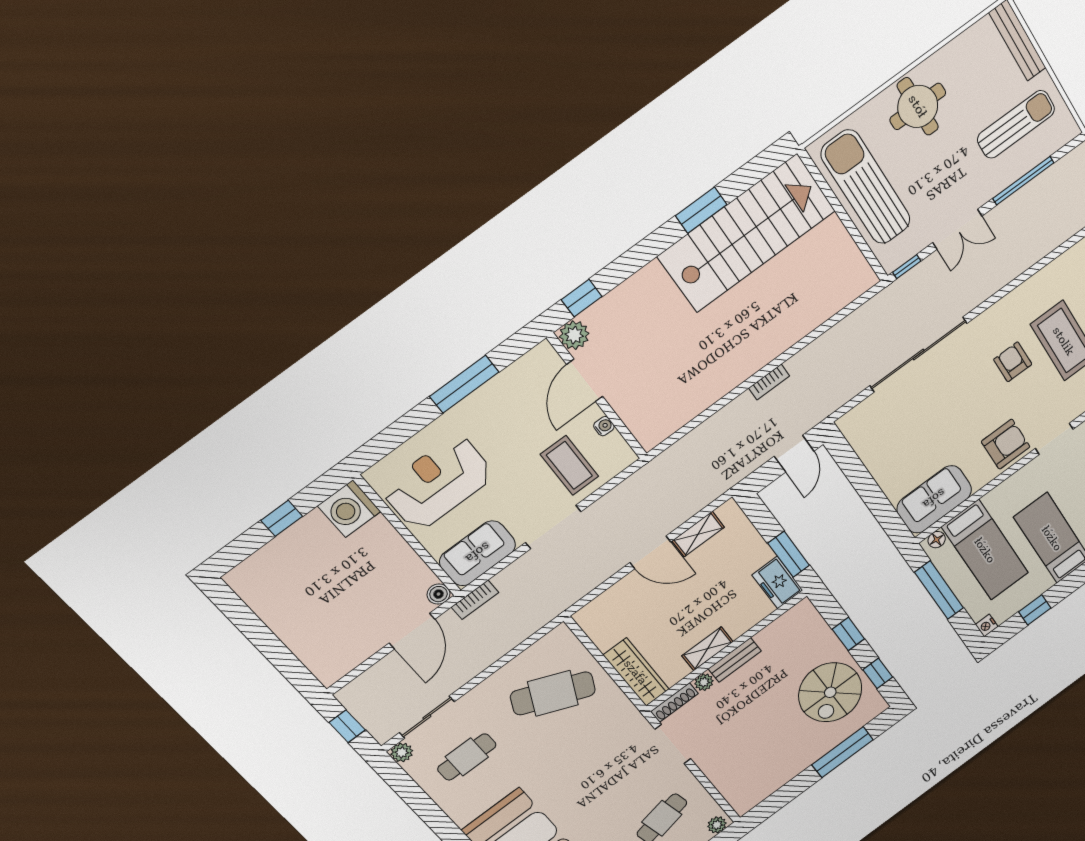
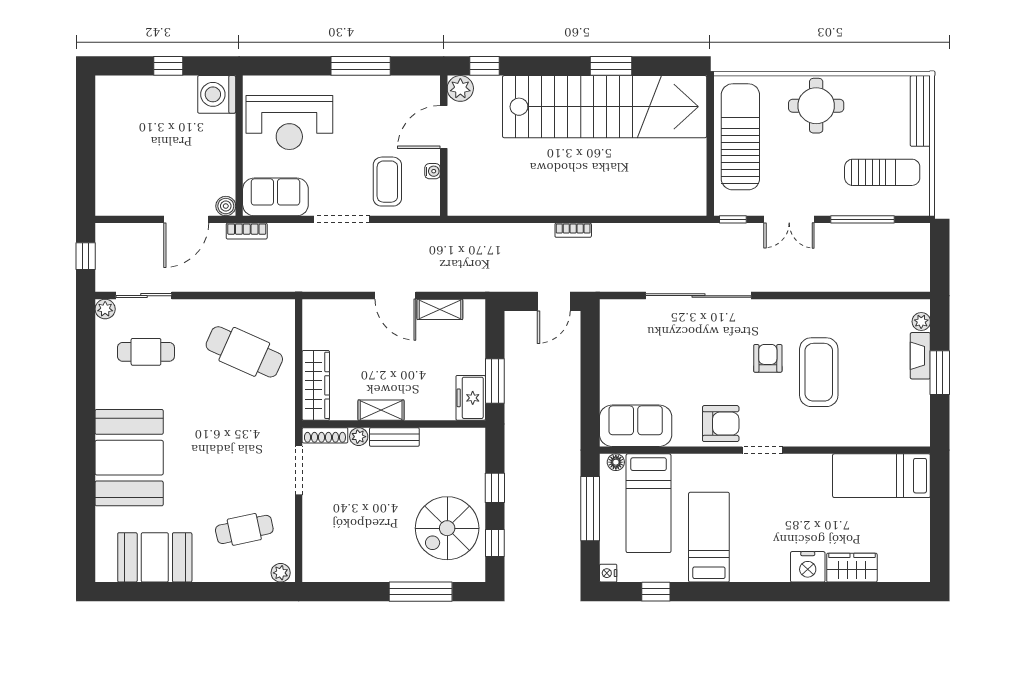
stairs: (747, 234) -> (605, 107), width x1.36
reception desk: (438, 482) -> (289, 122), turned 180

